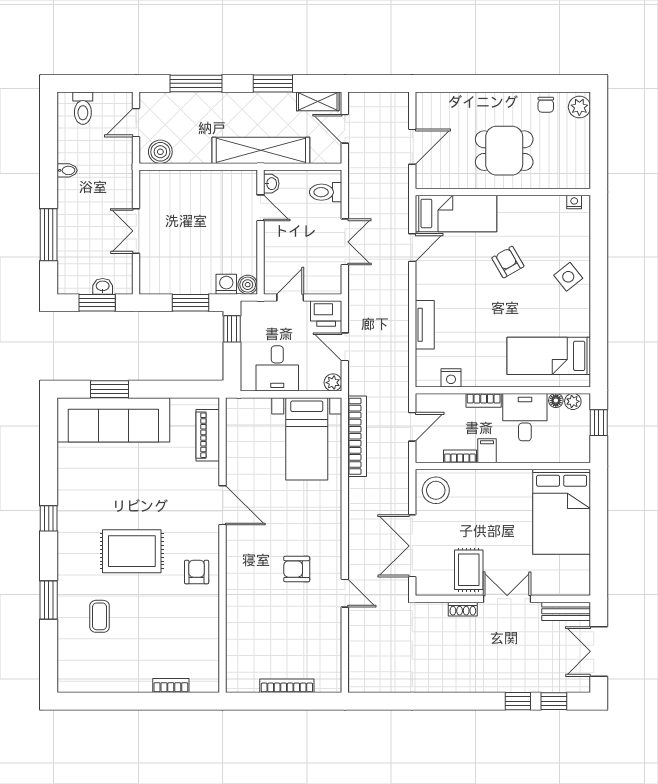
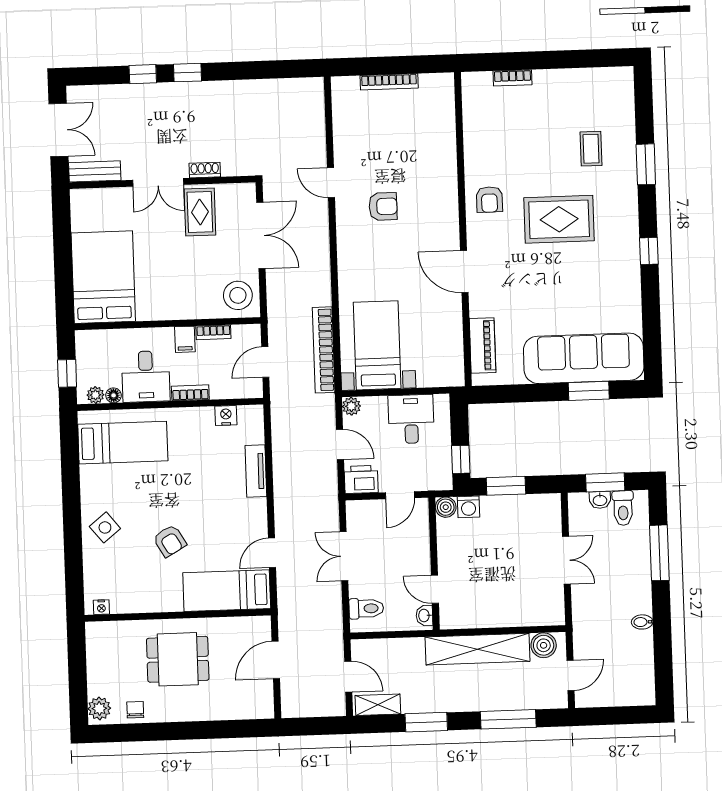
toilet: (83, 108) -> (623, 508), moved, turned 180
shelving: (261, 150) -> (477, 649), moved
window: (554, 701) -> (187, 73), moved

